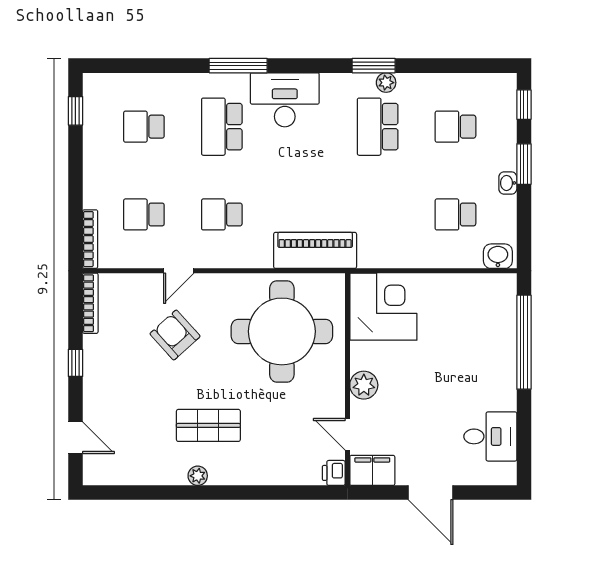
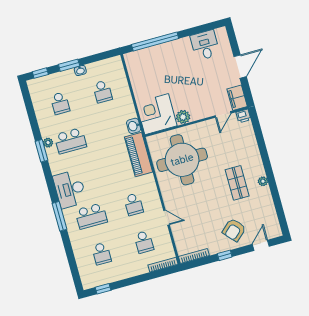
washbasin: (498, 256) -> (134, 126), moved
armchair: (175, 335) -> (234, 230), moved
plant: (364, 385) -> (183, 117), moved

